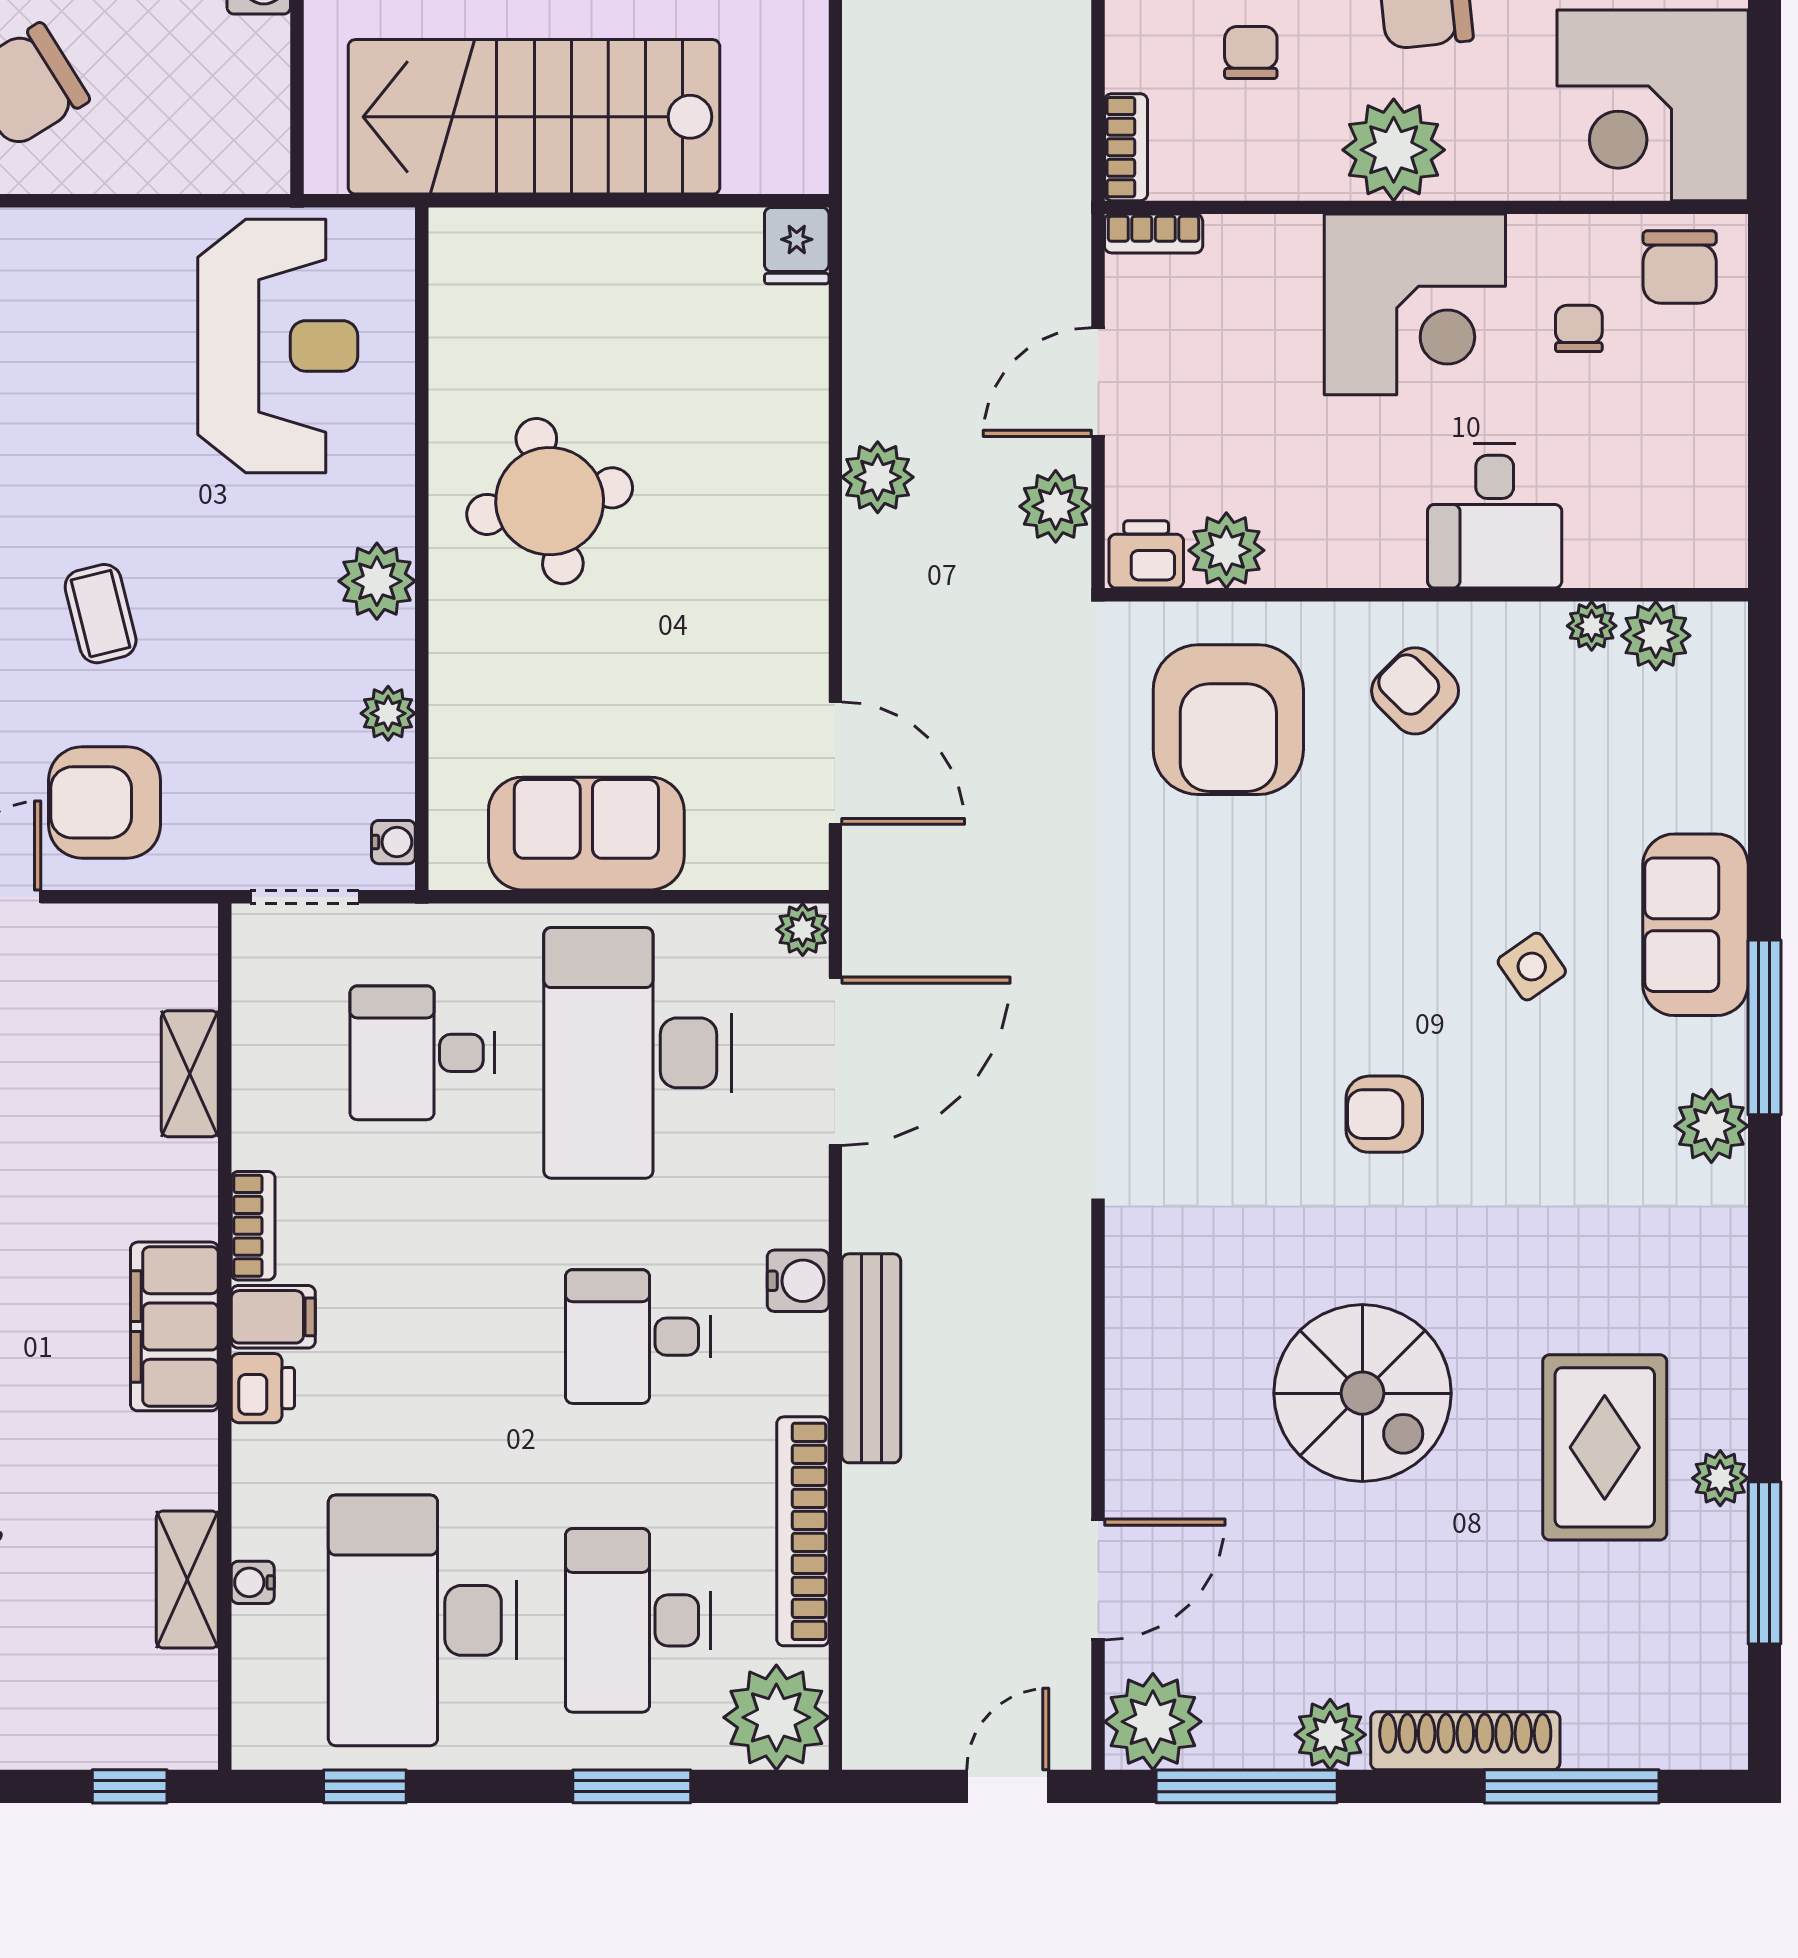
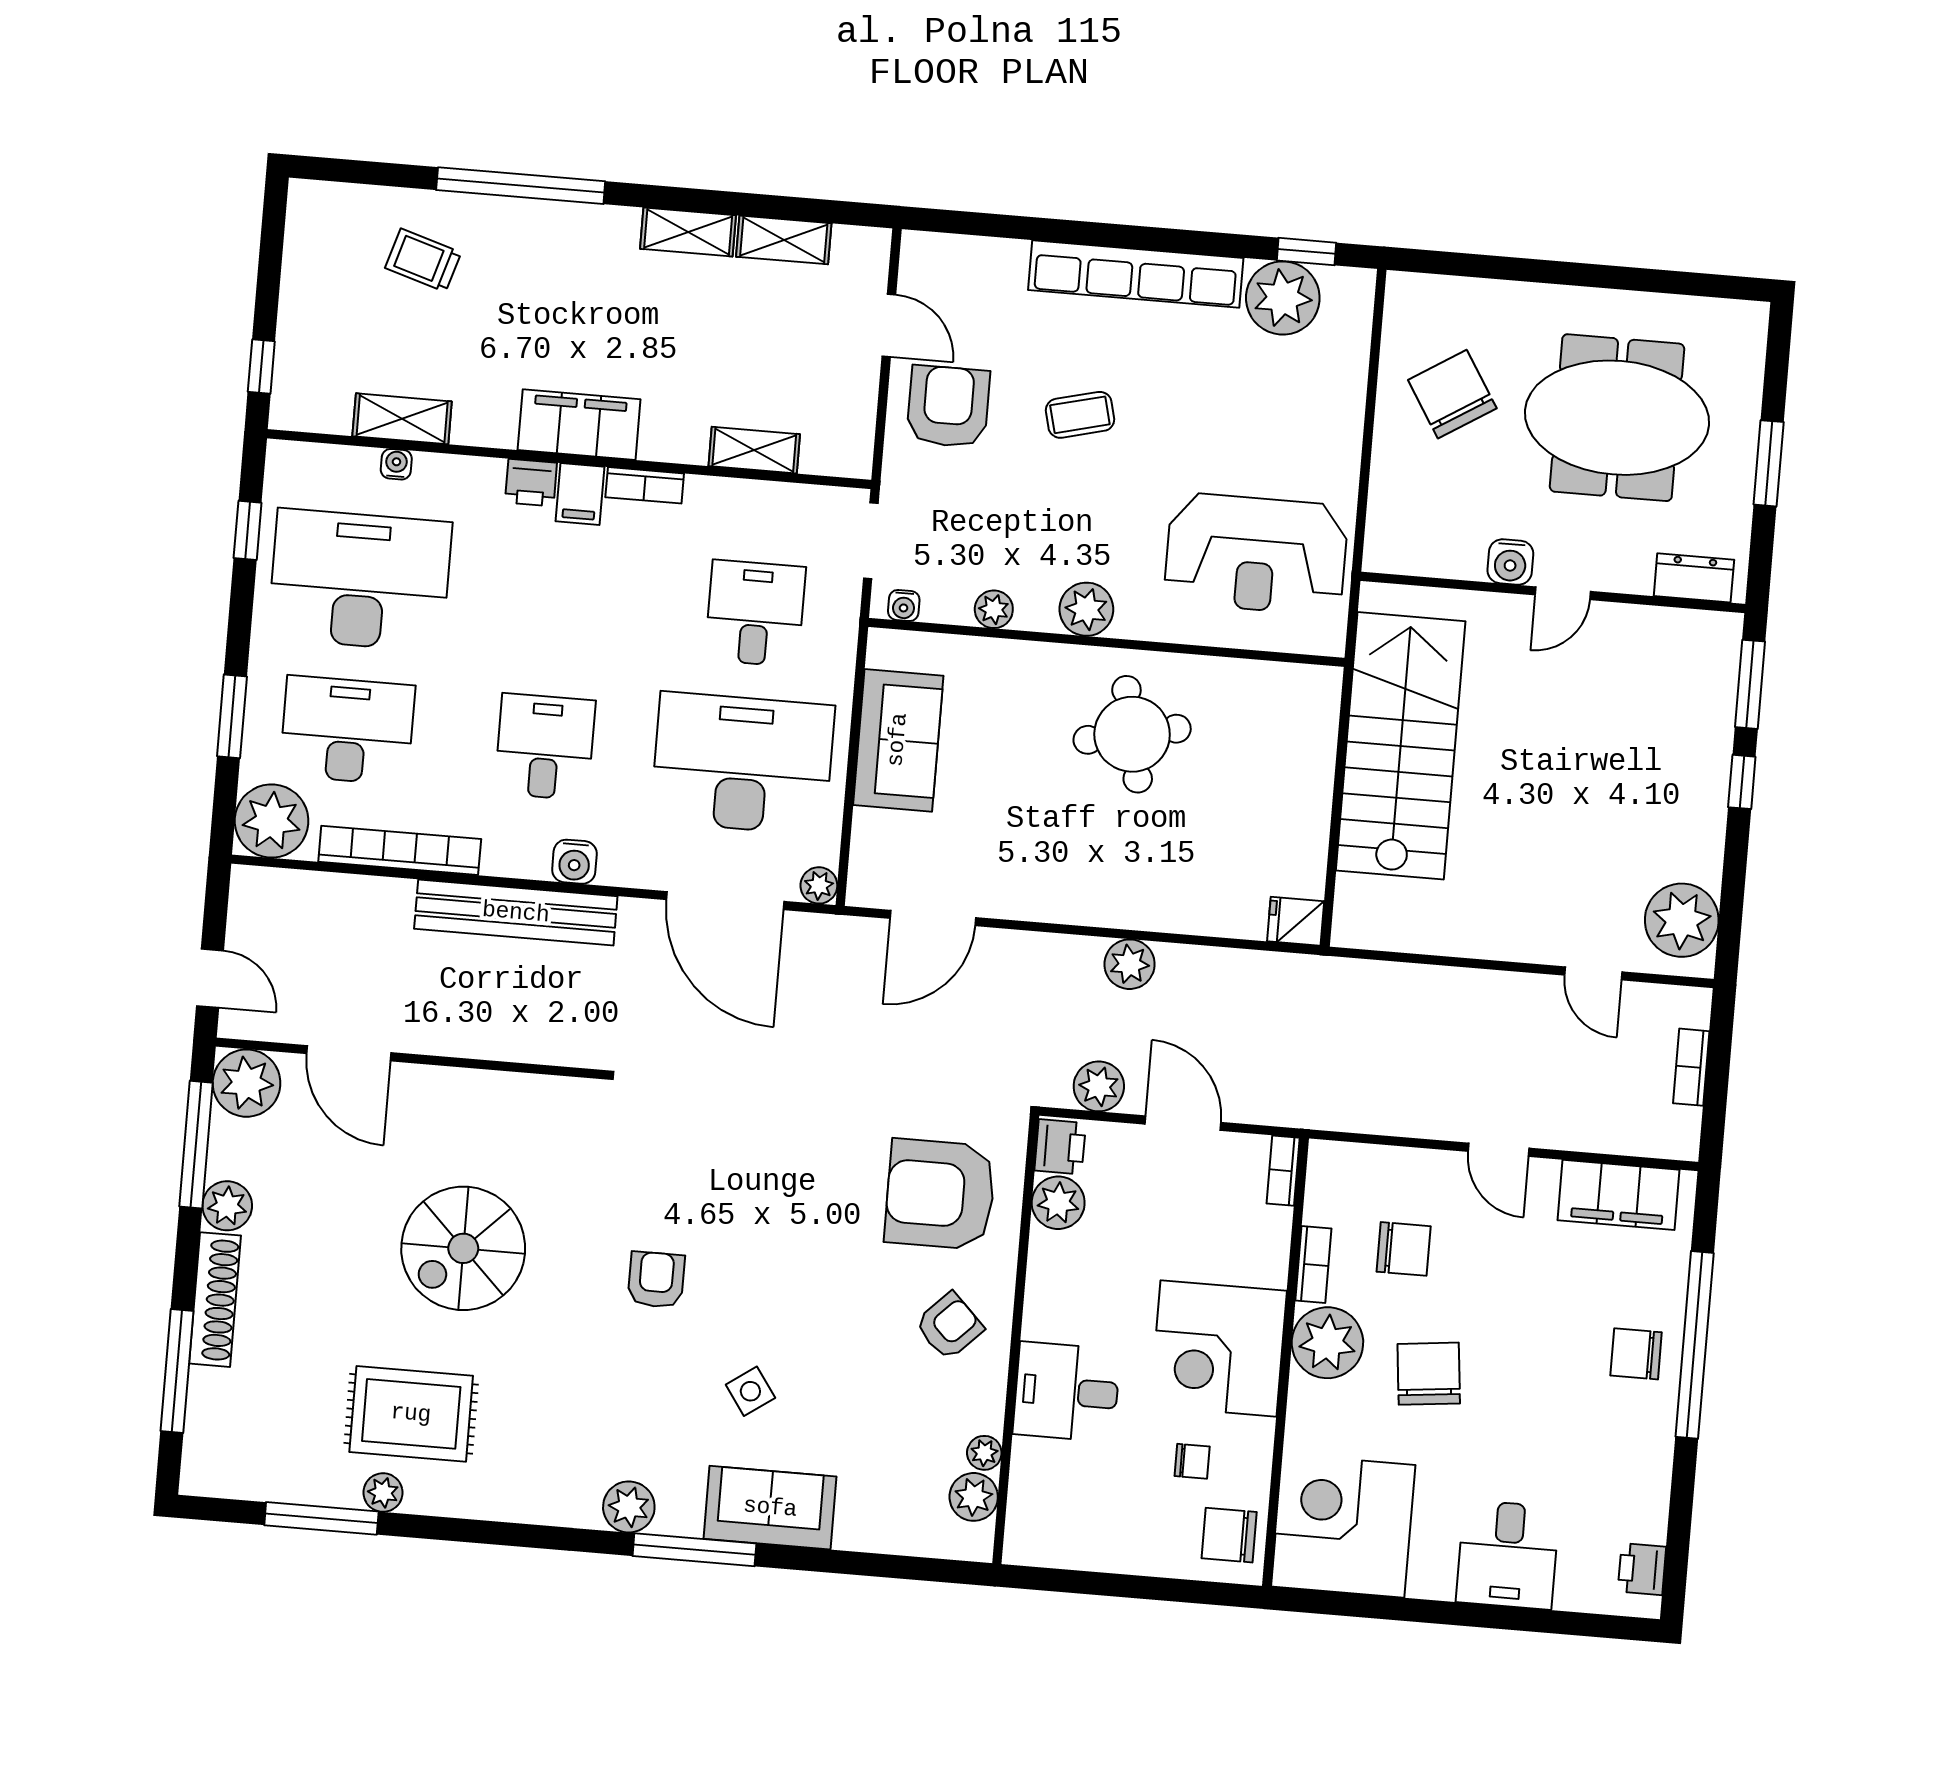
chair: (1251, 52) -> (1404, 1249), width x1.37, depth x1.37
bookcase: (1126, 147) -> (1313, 1265), moved, turned -90
bench: (871, 1358) -> (516, 913), width x1.37, depth x1.21

